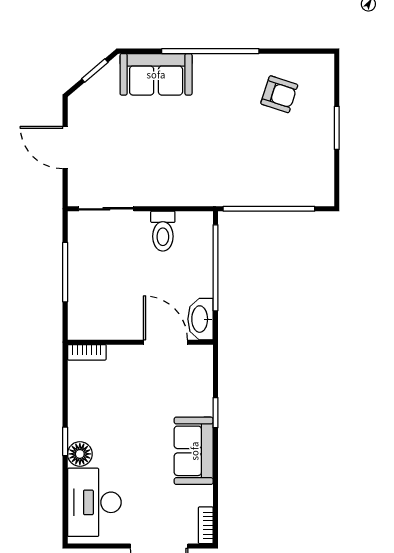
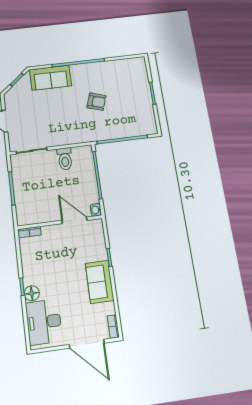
armchair: (279, 94) -> (96, 102), moved
washbasin: (200, 319) -> (96, 210), width x0.52, depth x0.69

